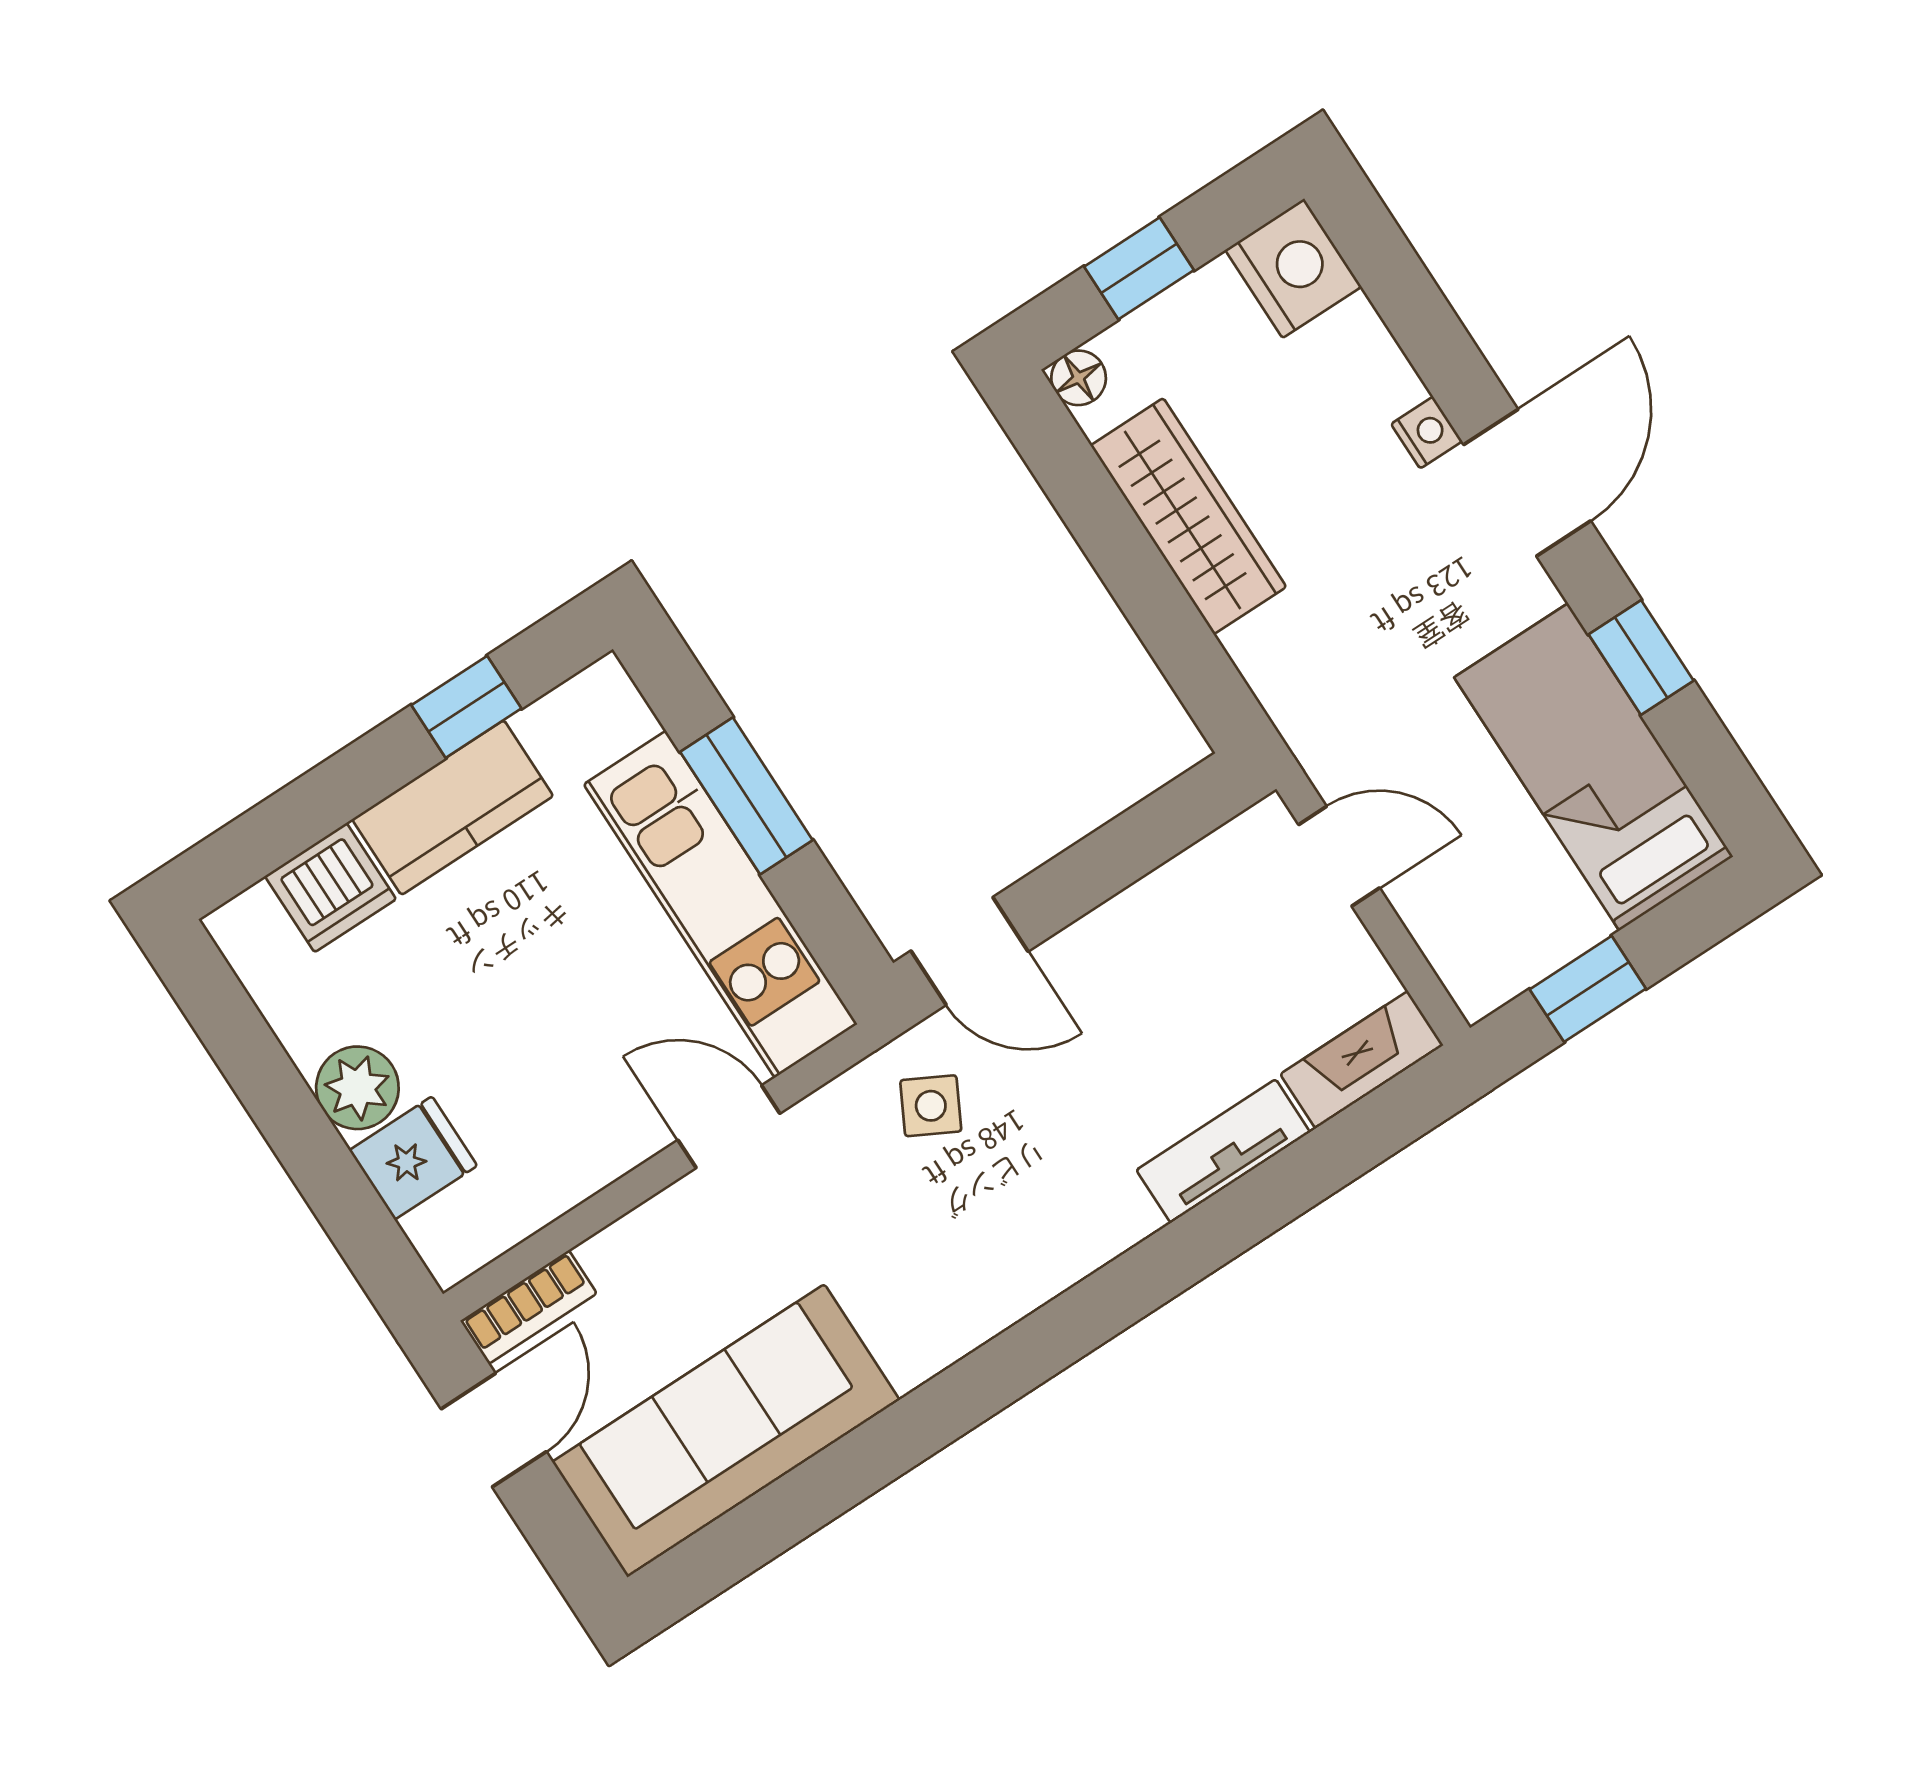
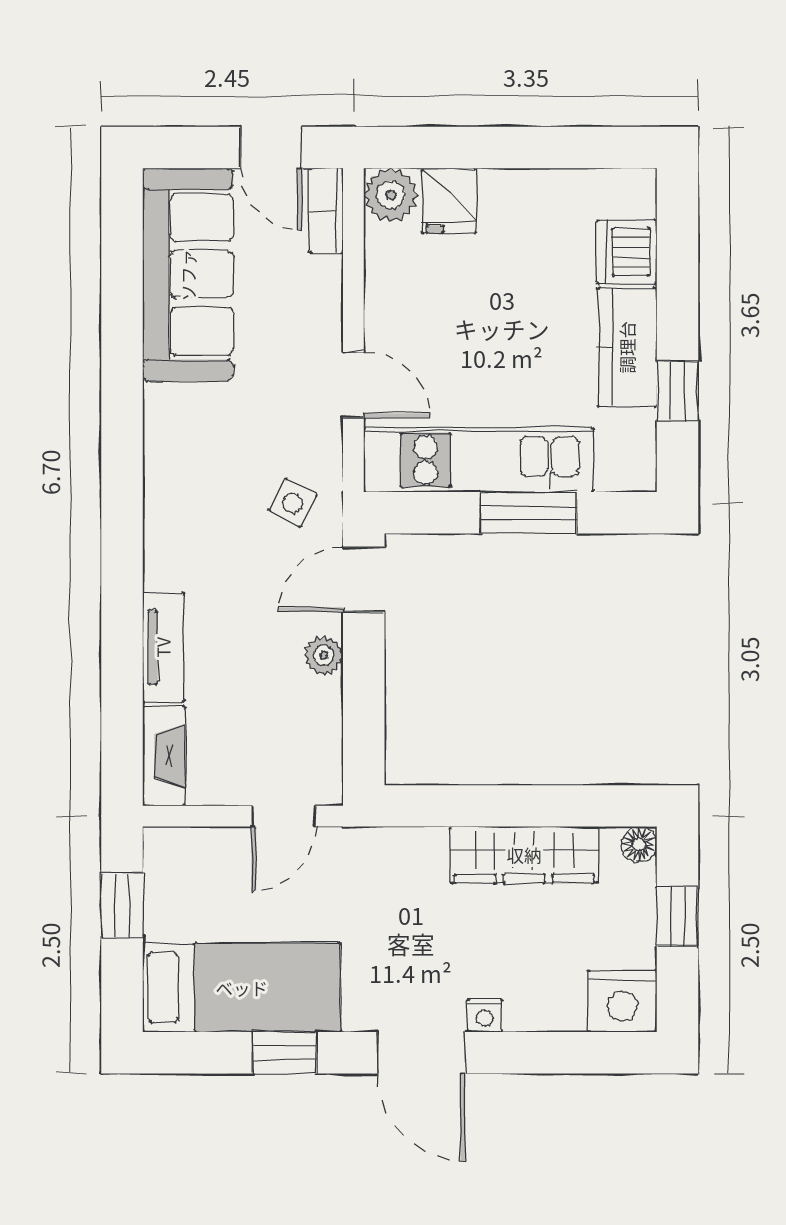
plant: (1100, 939) -> (324, 655), added
plant: (357, 1088) -> (391, 195), moved
door: (729, 1127) -> (353, 385), hinge flipped

